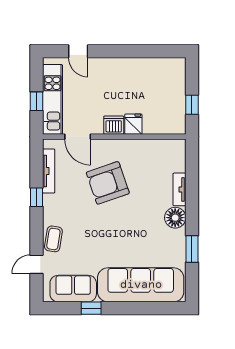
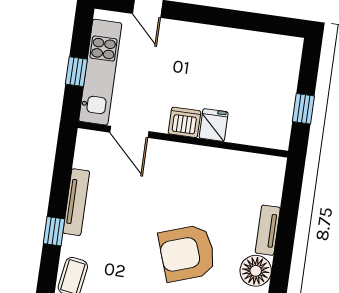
tv unit: (49, 171) -> (76, 202), moved
armchair: (108, 183) -> (187, 253), moved
window: (37, 197) -> (54, 231), moved

